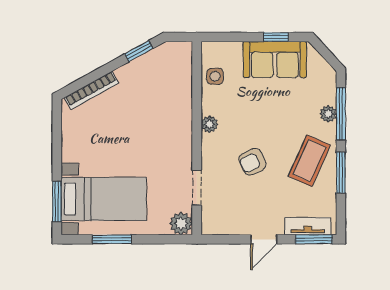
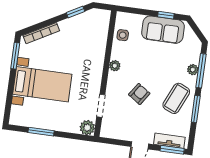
armchair: (252, 162) -> (139, 94), turned 149
bed with nightstands: (104, 199) -> (42, 84), moved
window: (57, 202) -> (15, 56), moved

